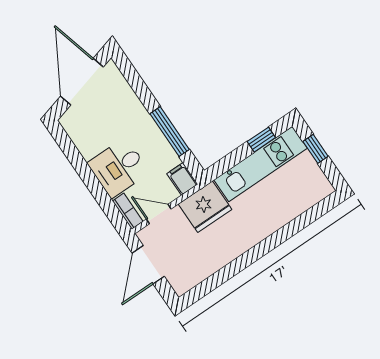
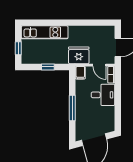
window: (170, 132) -> (72, 108), moved
window: (261, 140) -> (48, 67), moved
kitchen unit: (261, 164) -> (45, 32), moved, turned 180

